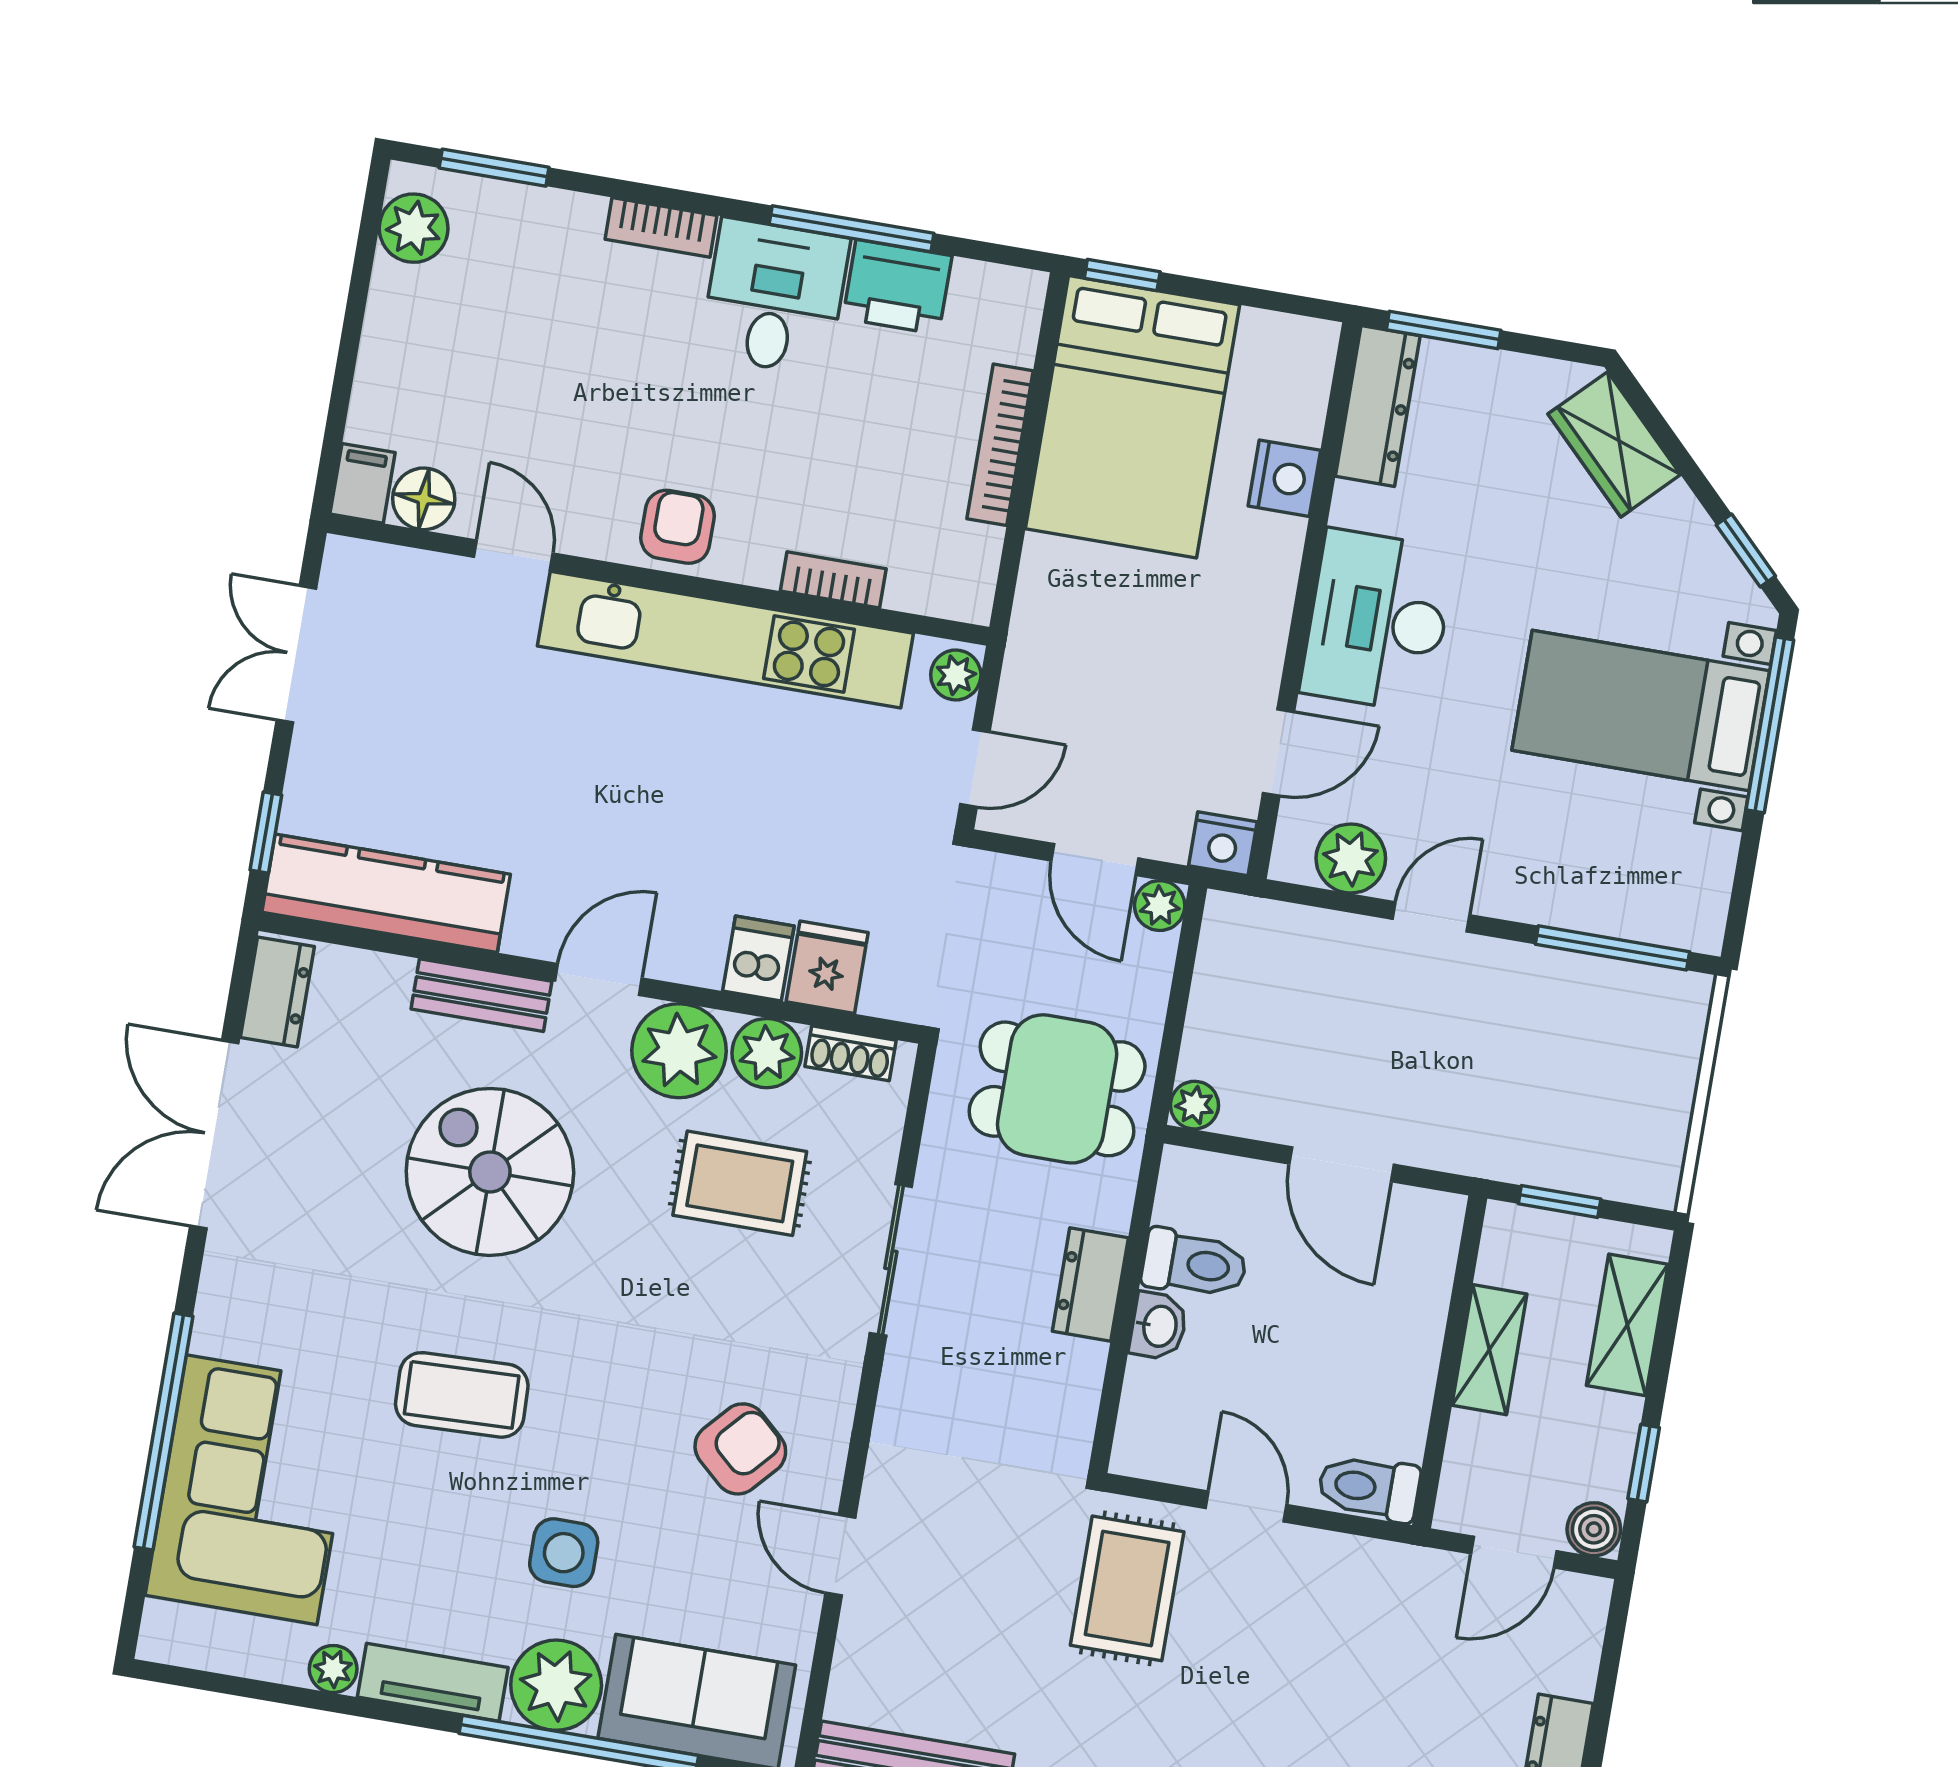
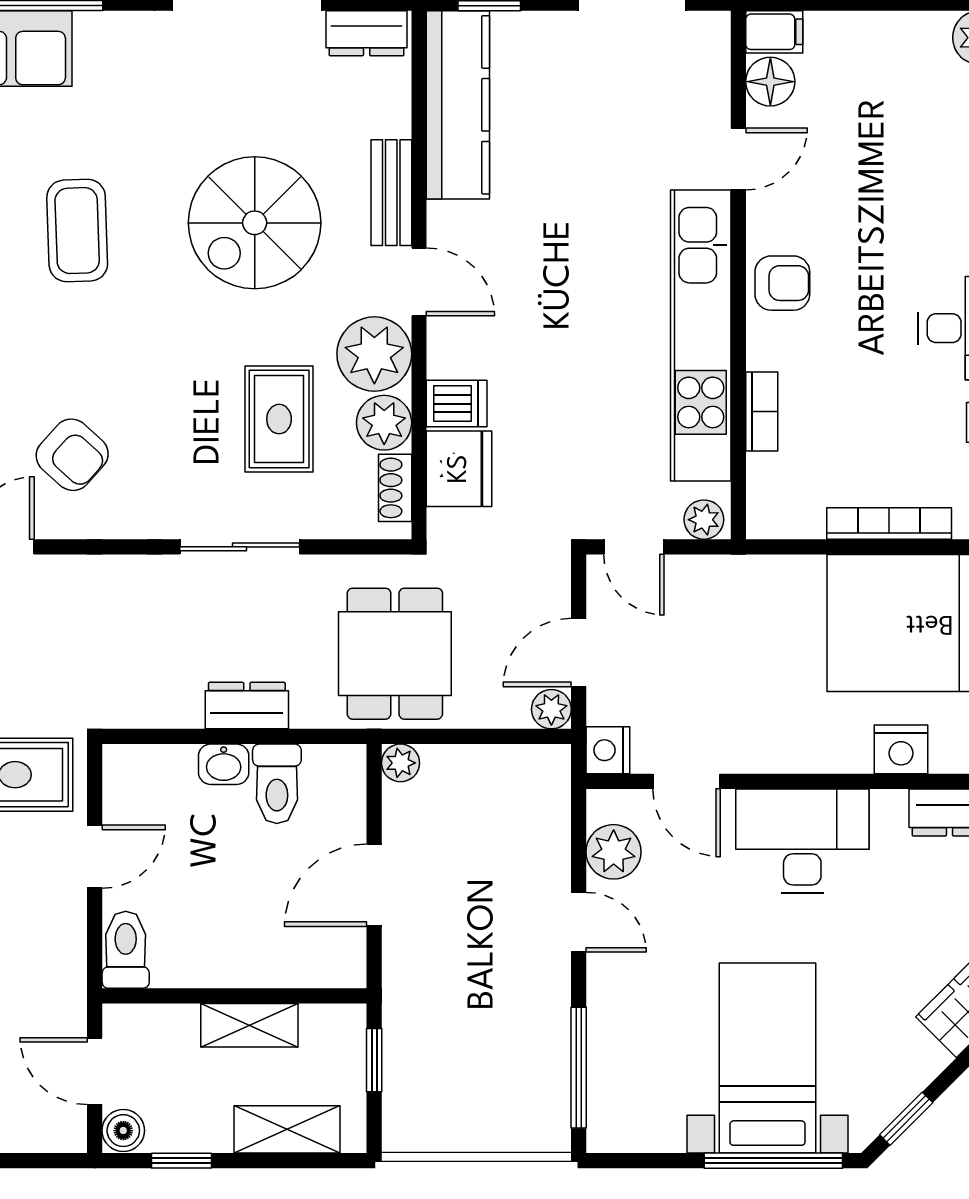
fridge: (827, 967) -> (459, 469), width x1.38
spiral stairs: (490, 1172) -> (255, 223), turned 180

